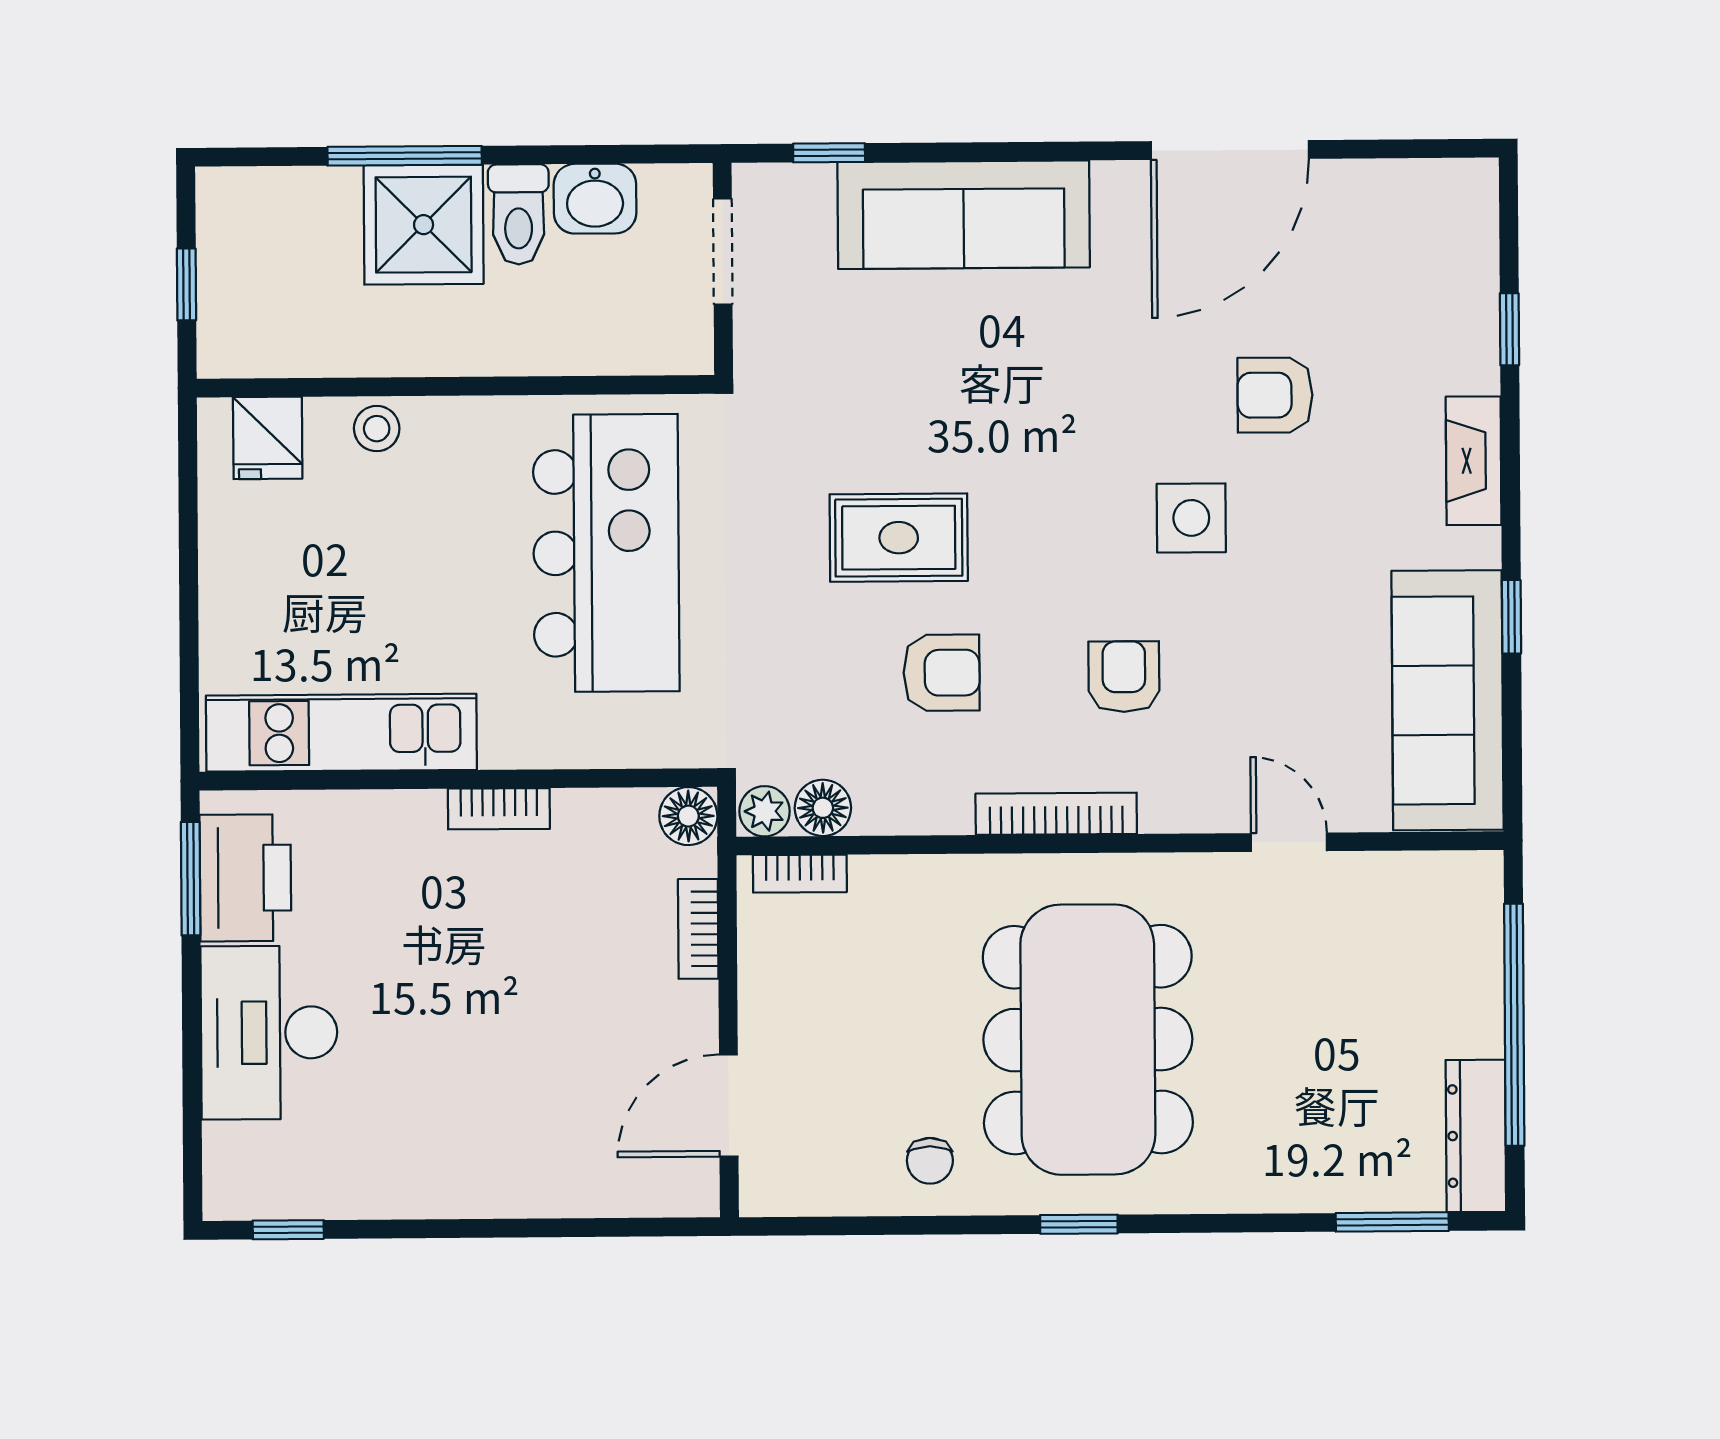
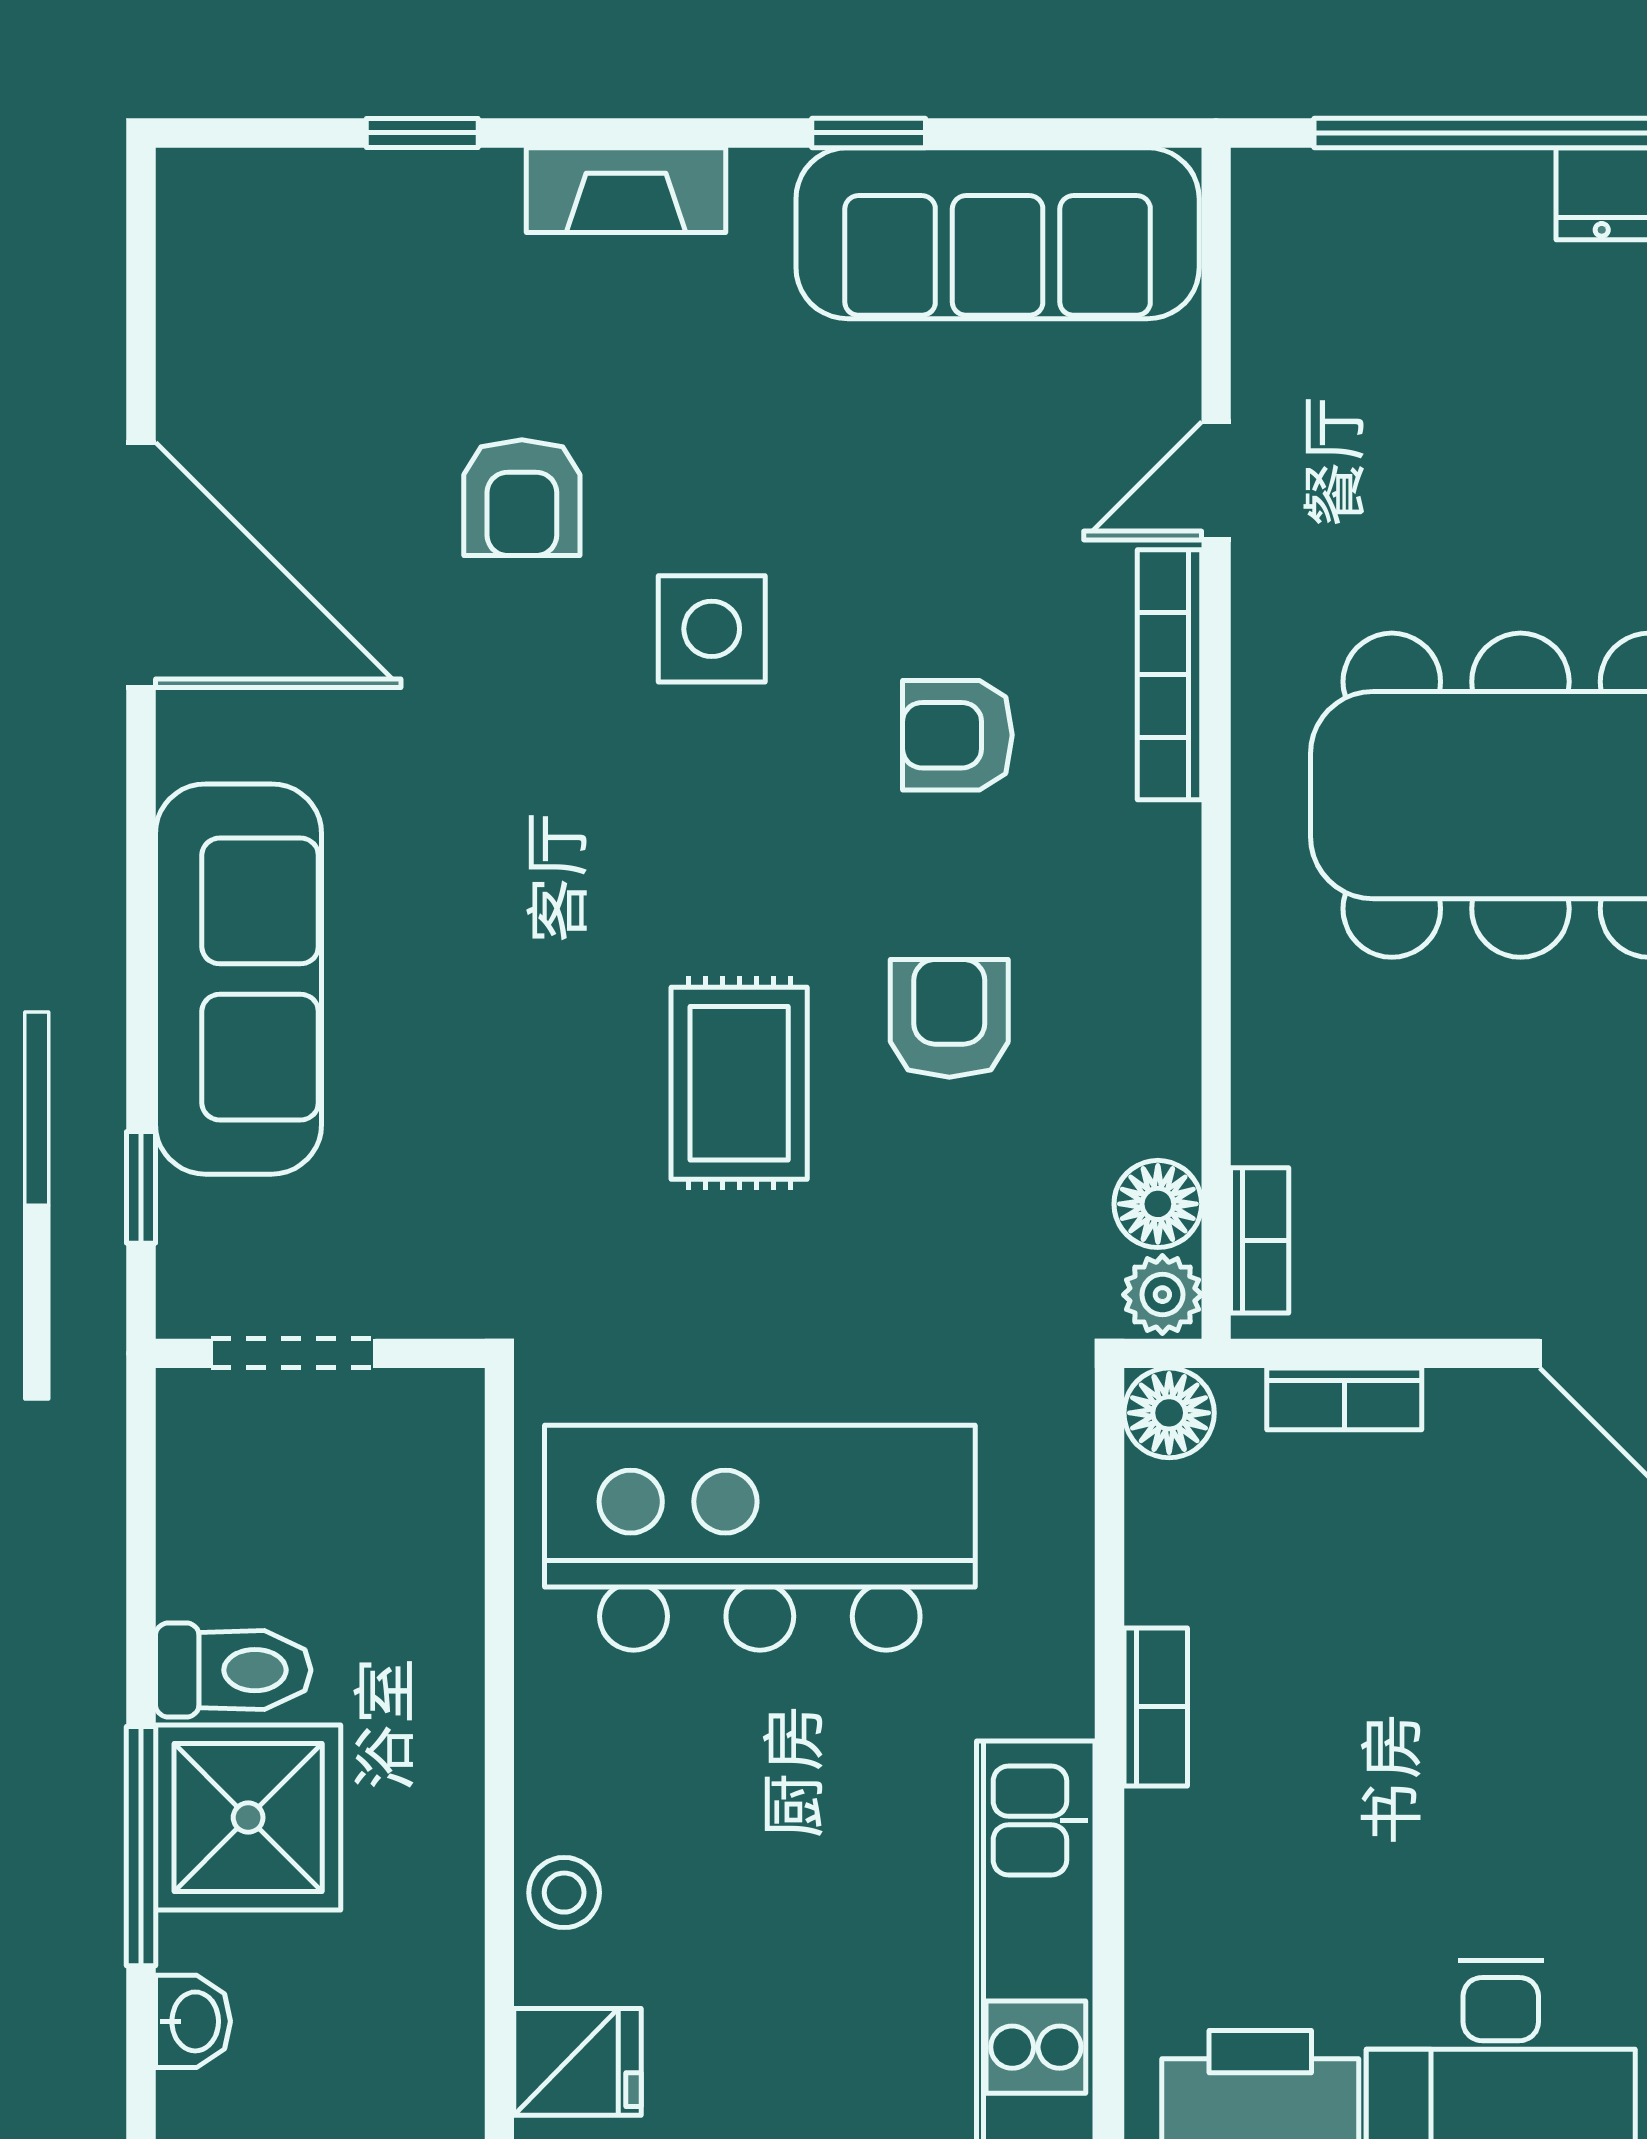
washbasin: (595, 199) -> (193, 2021), moved, width x0.72, depth x0.69
bookcase: (1056, 814) -> (1170, 675), moved

